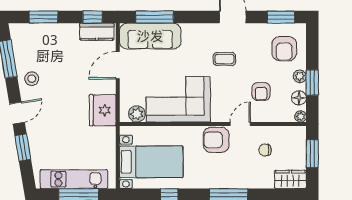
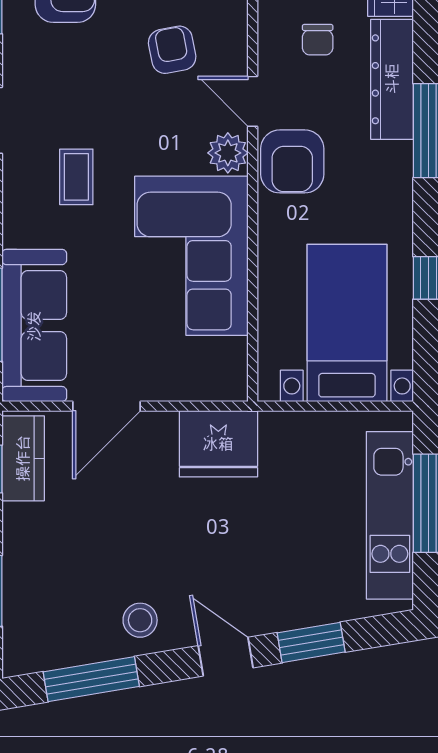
coffee table: (224, 59) -> (76, 177), moved
door: (118, 65) -> (107, 406), hinge flipped
armchair: (261, 92) -> (172, 50), turned -101
plant: (137, 114) -> (228, 153), moved
dresser: (249, 180) -> (392, 79), added

